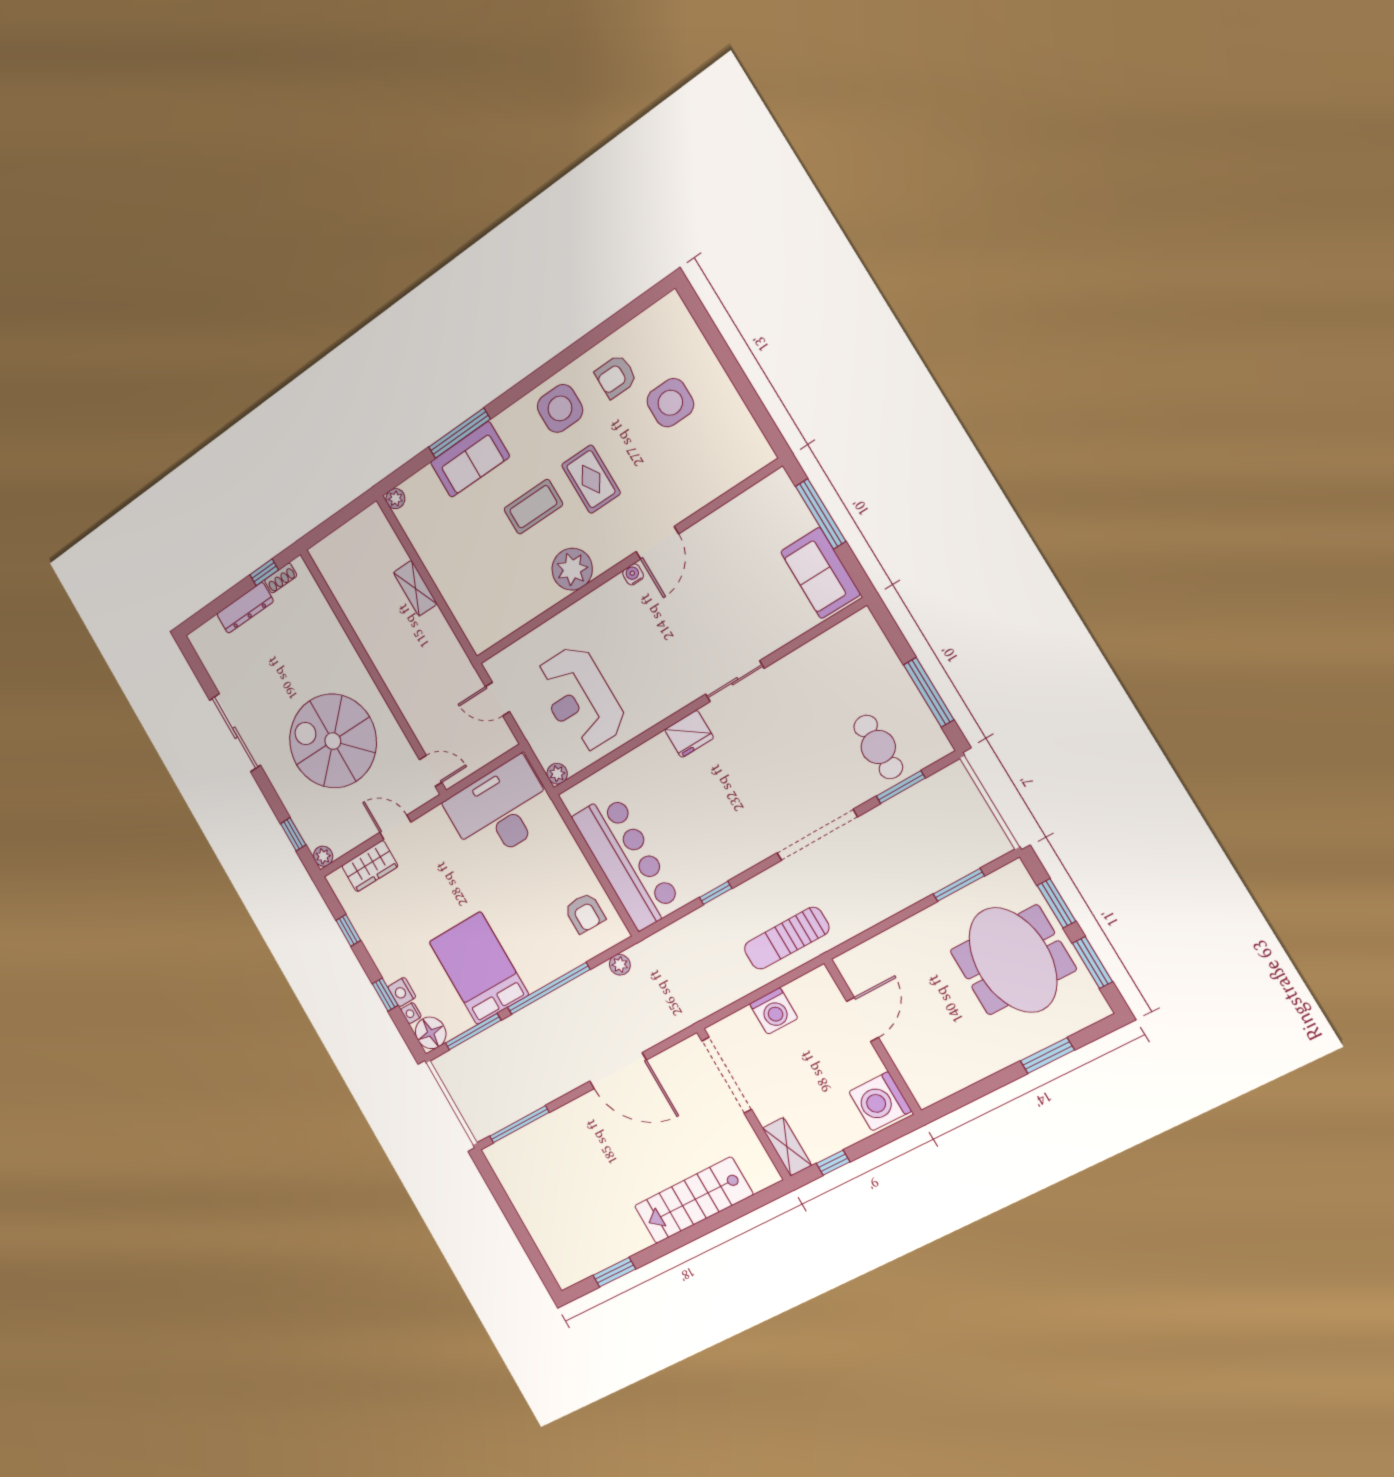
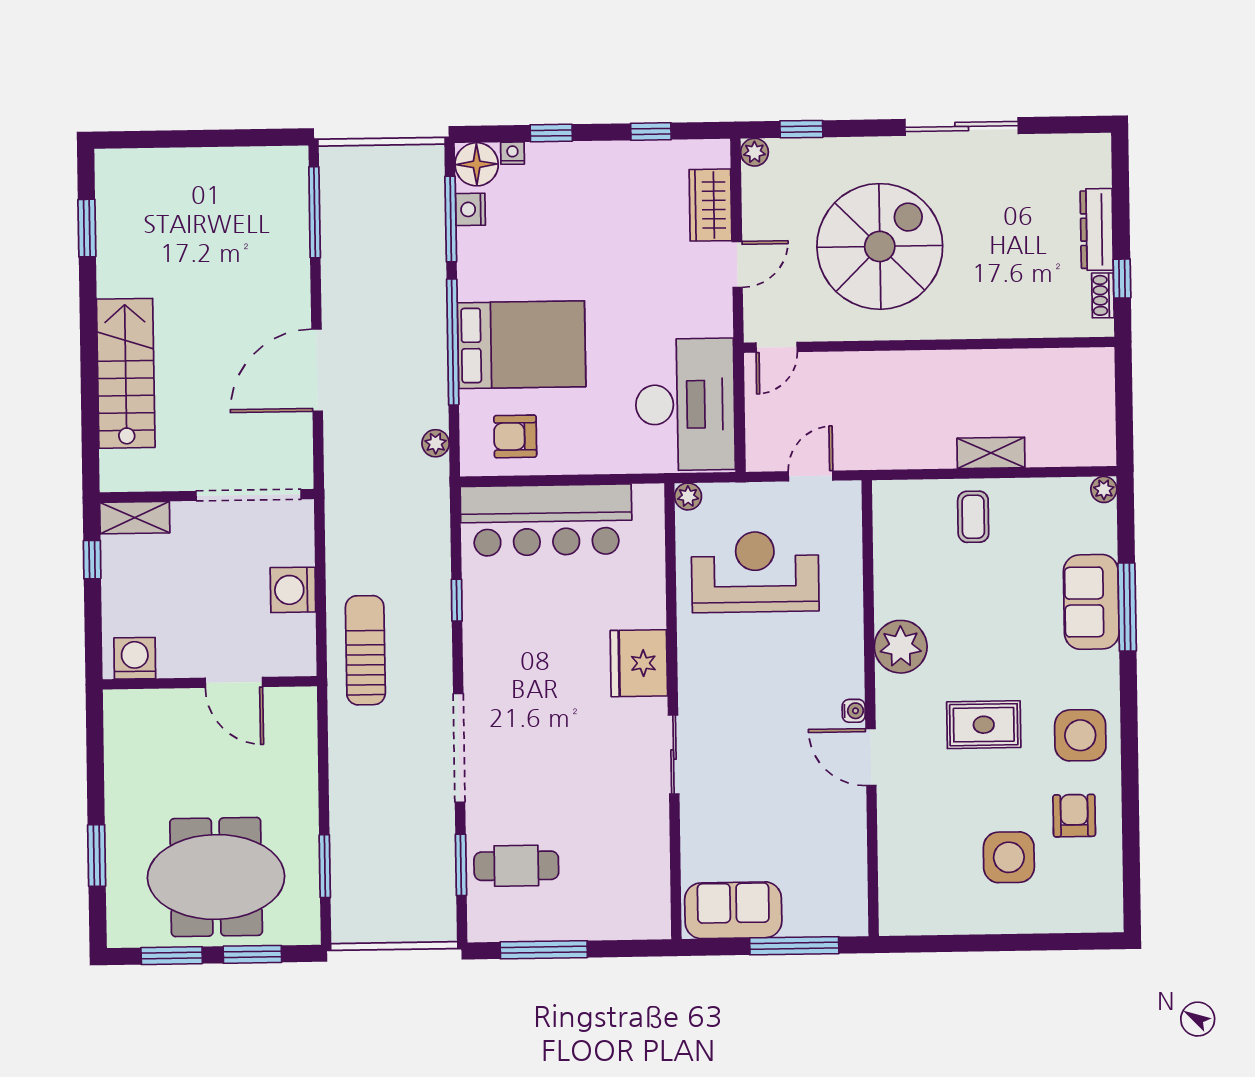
coffee table: (533, 507) -> (973, 517), moved, width x0.73, depth x0.77
fridge: (689, 734) -> (639, 663), width x1.36, depth x1.34
bed: (479, 968) -> (521, 345), moved
nightstand: (402, 992) -> (470, 209), moved, turned -90
washing machine: (880, 1101) -> (135, 658), width x0.73, depth x0.73

